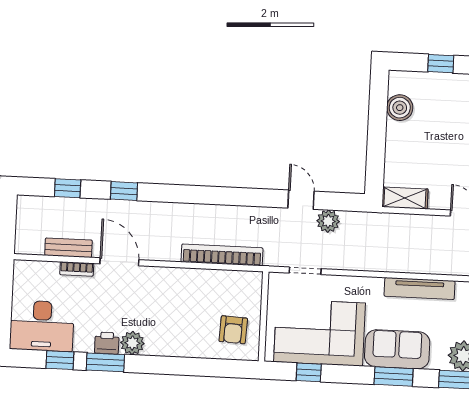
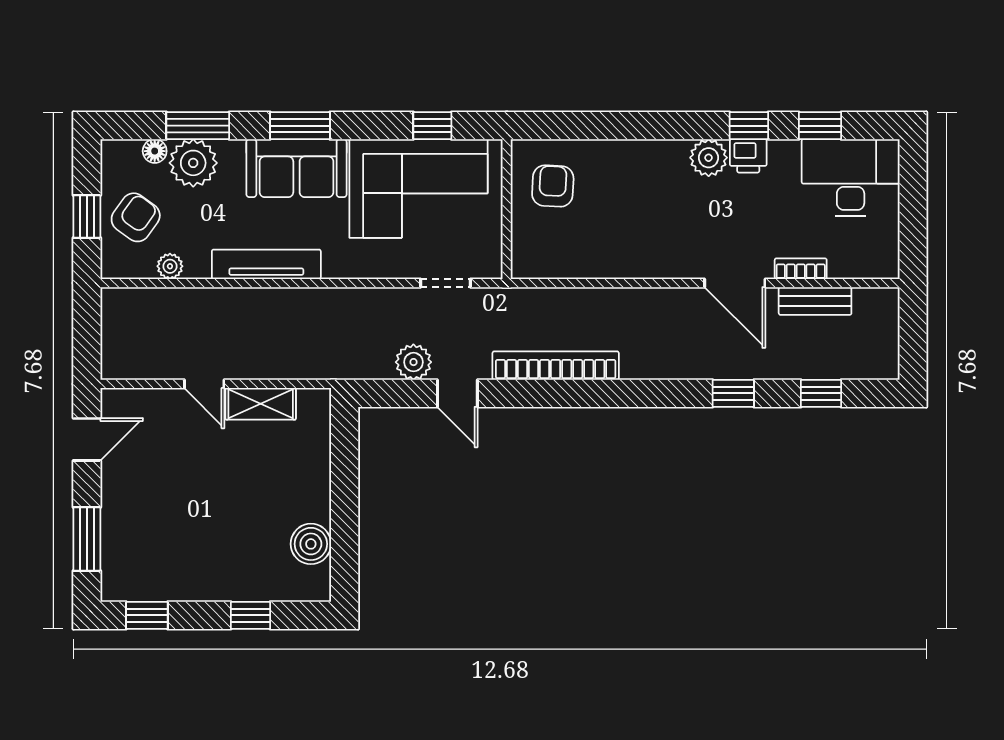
shelving: (405, 198) -> (261, 404), moved
bookcase: (222, 255) -> (556, 366), moved, turned 180
window: (105, 362) -> (749, 126), width x0.67

